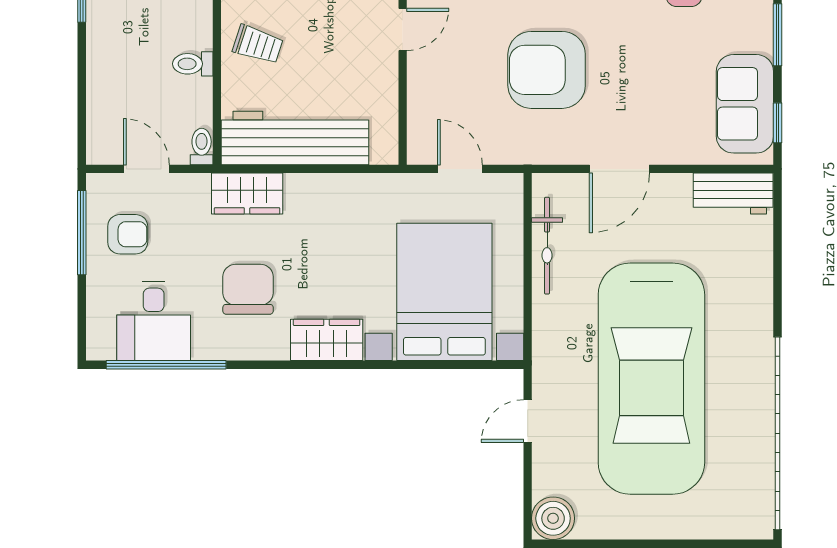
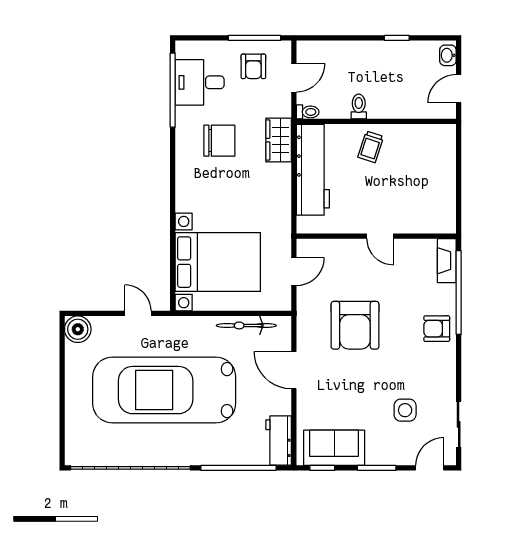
armchair: (547, 70) -> (355, 325), turned 180
window: (778, 258) -> (238, 468), added
wardrobe: (327, 340) -> (188, 189), removed

